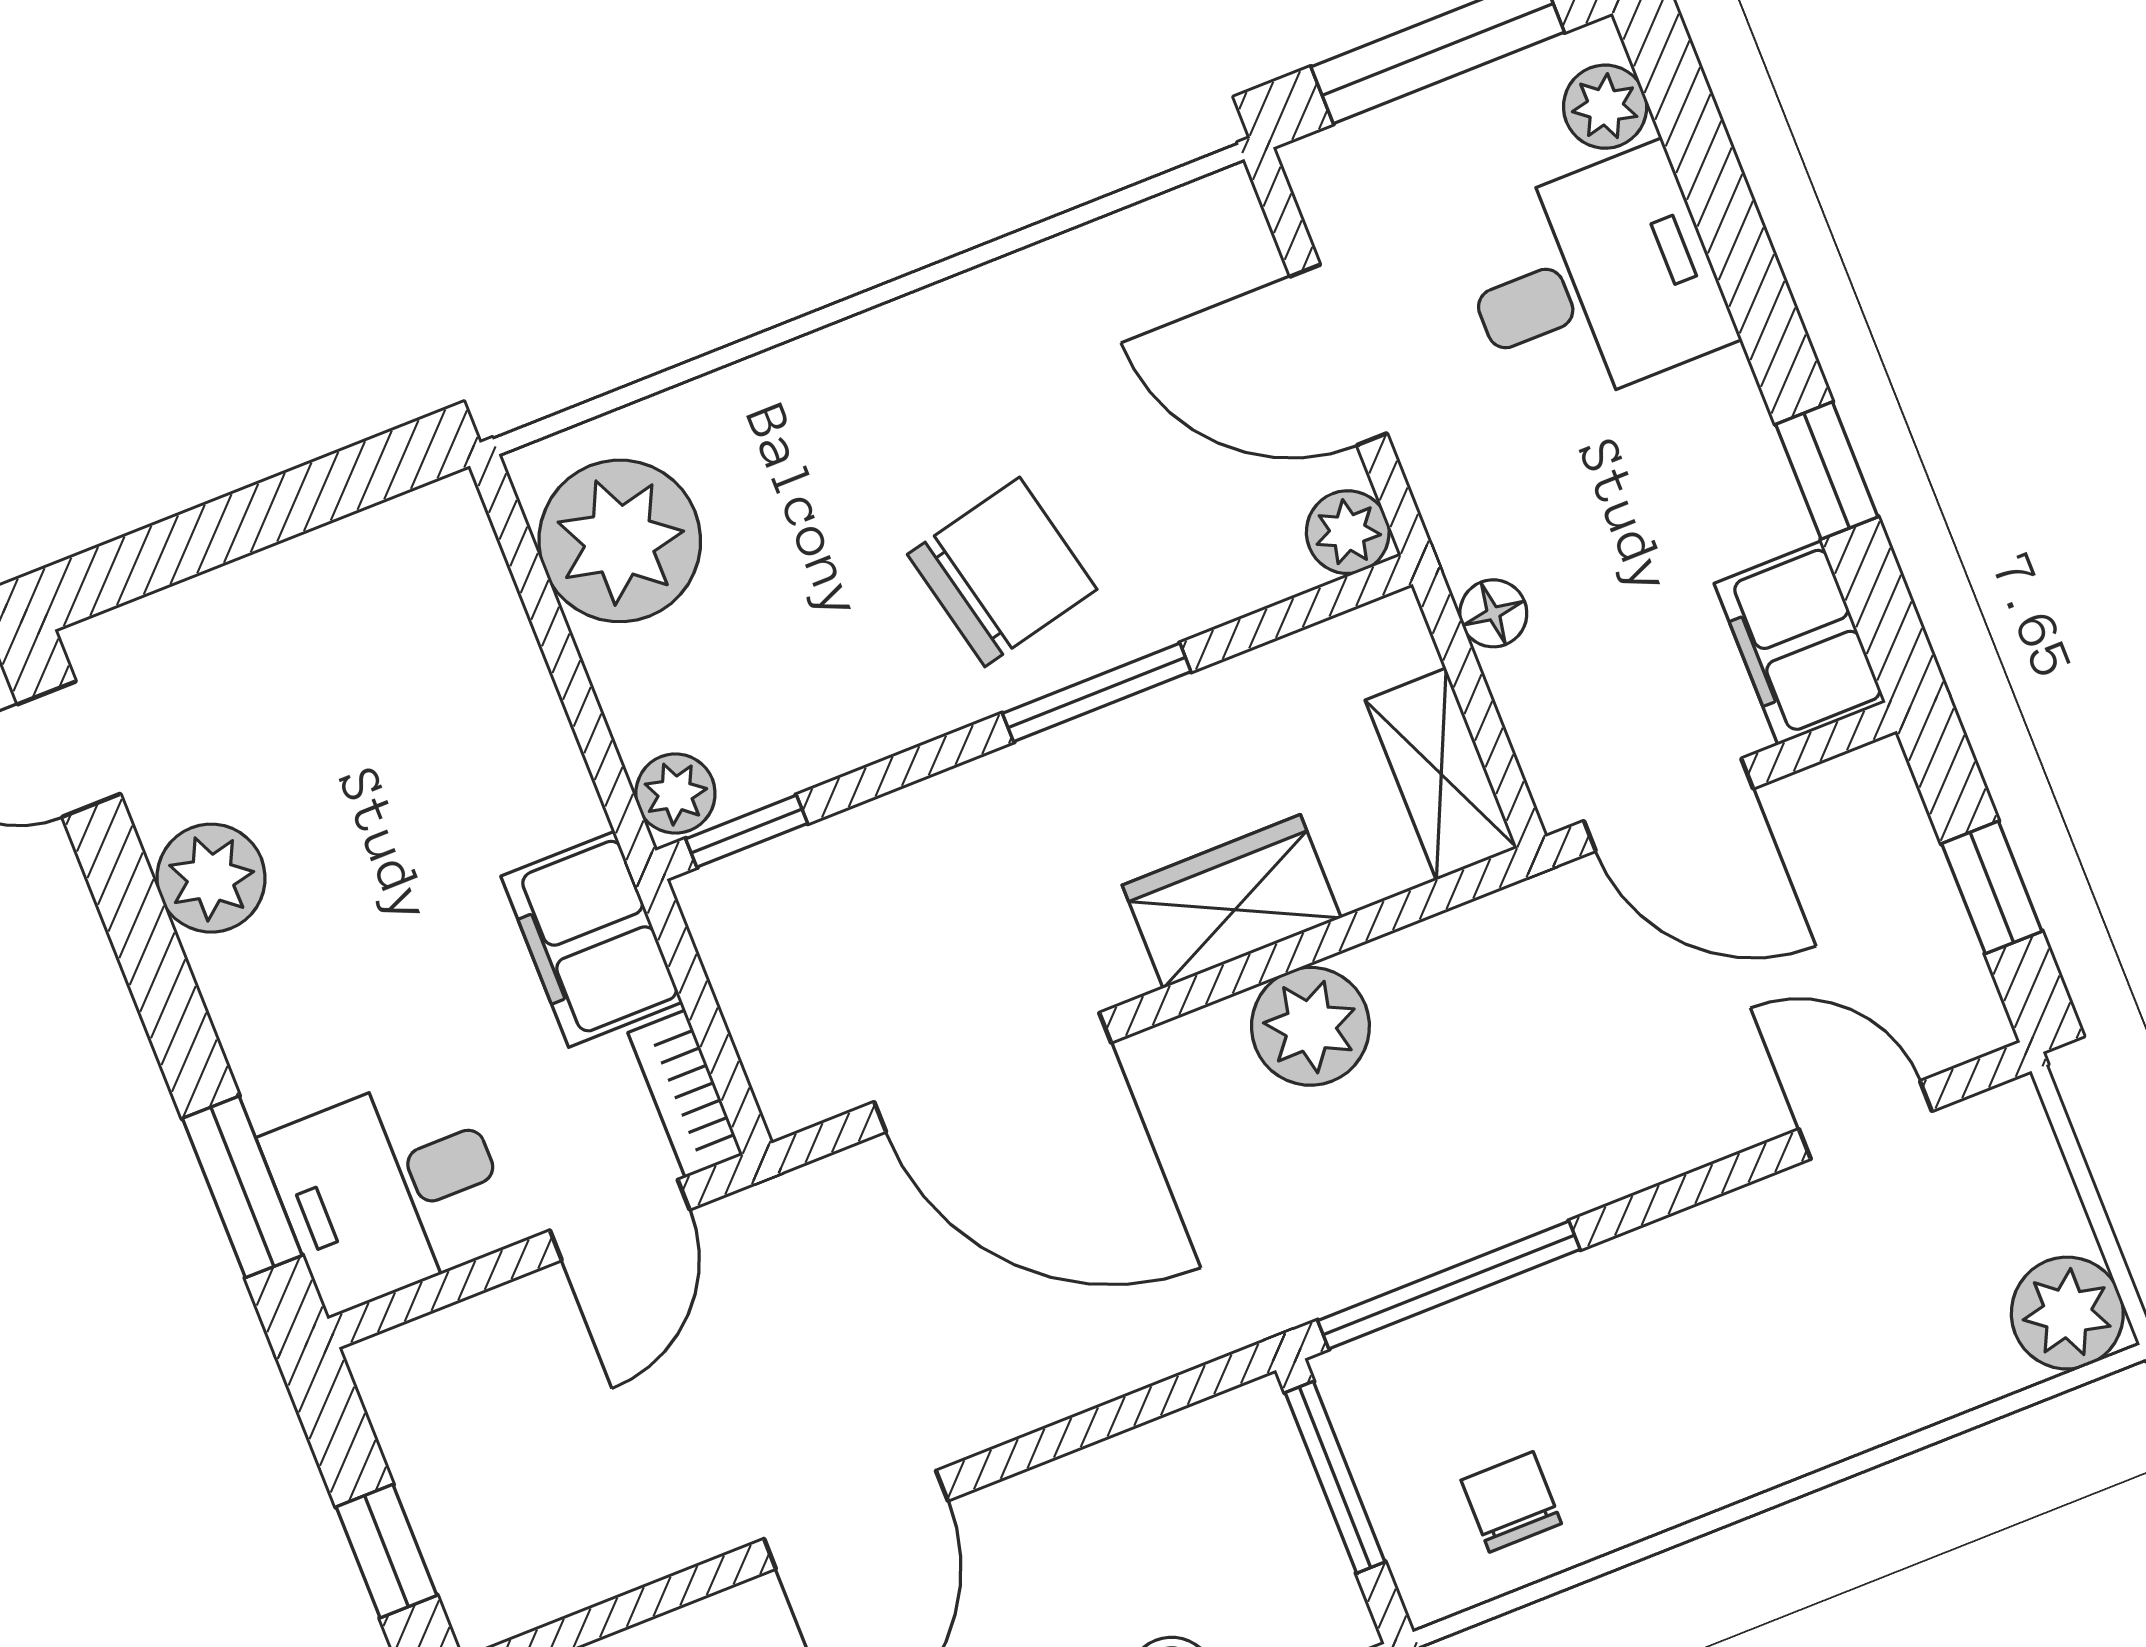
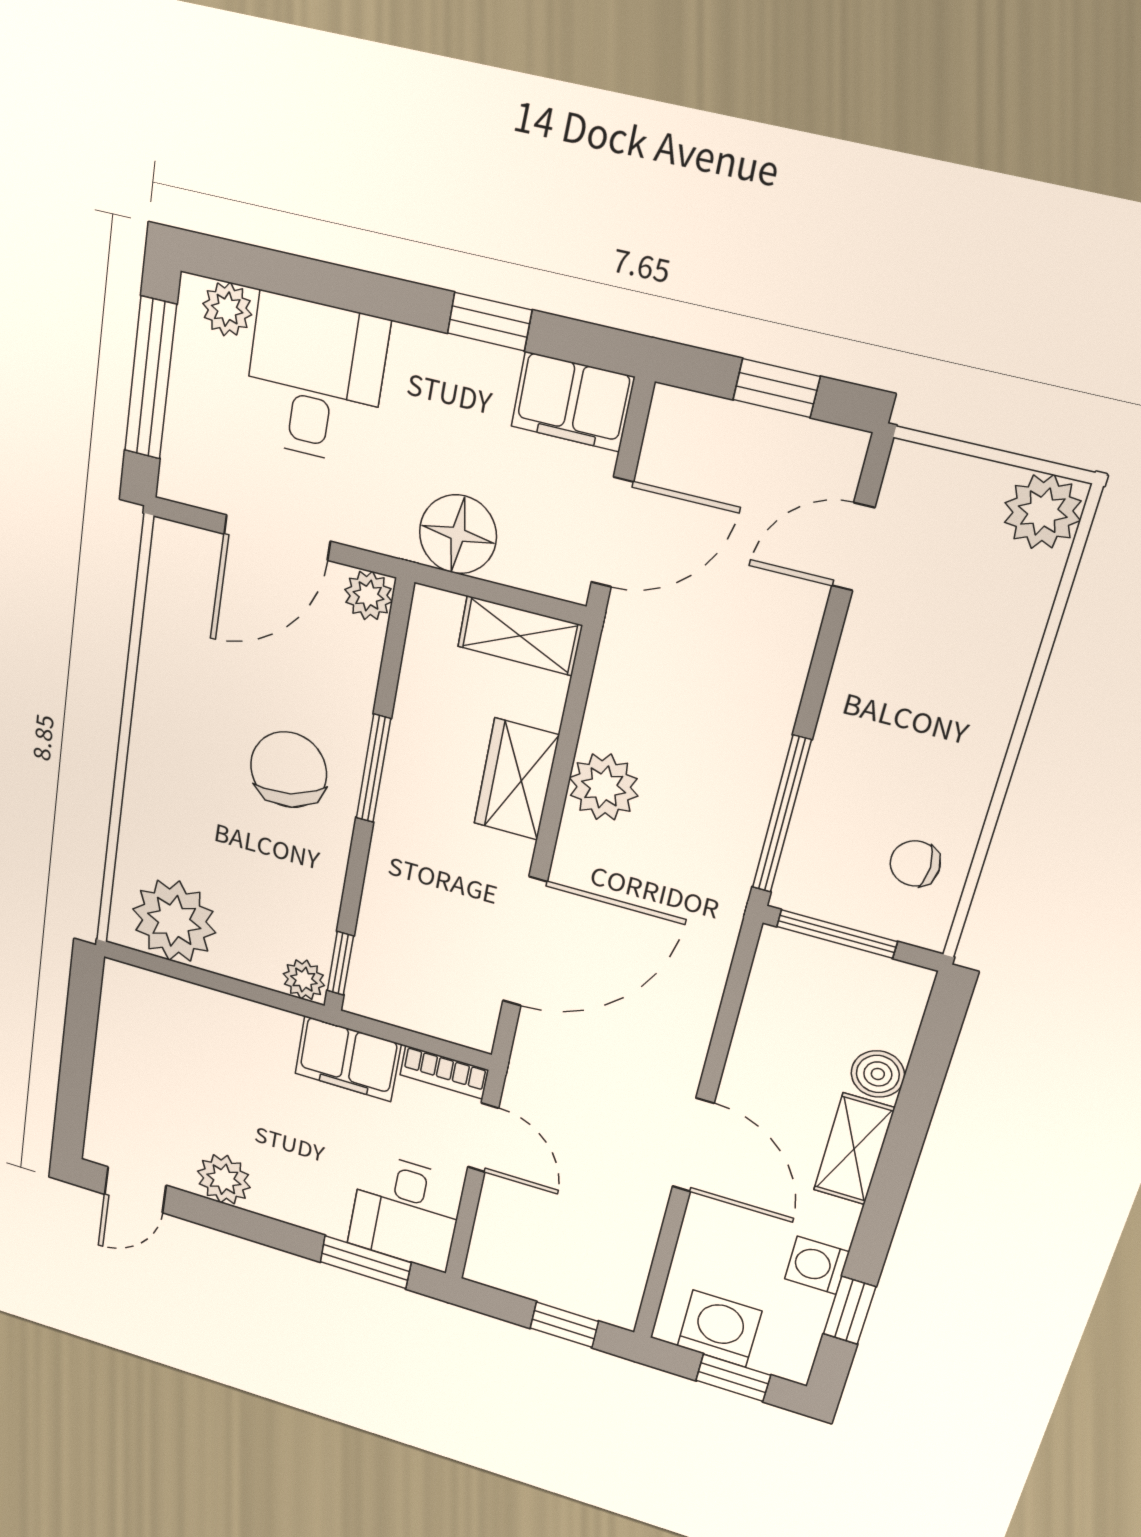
floor lamp: (1493, 613) -> (458, 534), width x1.89, depth x1.89

